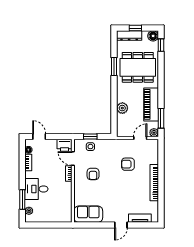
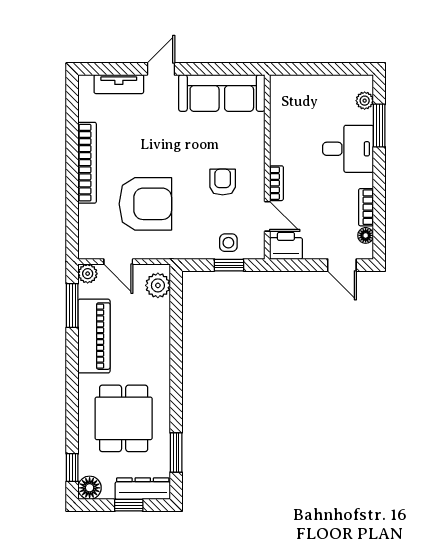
window: (114, 67) -> (176, 453), moved
dining table: (138, 67) -> (124, 418), width x0.73
plant: (122, 108) -> (158, 285), moved
door: (140, 138) -> (118, 262), hinge flipped
armchair: (128, 164) -> (145, 204), width x1.88, depth x1.88
sofa: (88, 214) -> (222, 93), width x1.36

